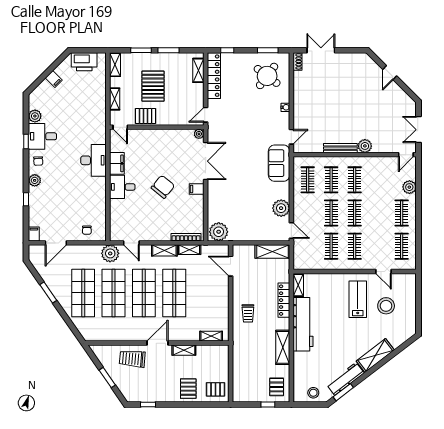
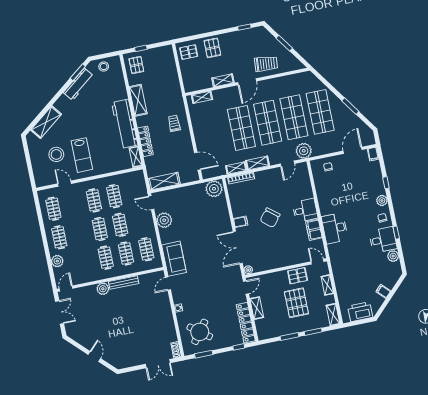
shelving: (198, 70) -> (257, 308), moved
door: (131, 243) -> (287, 164), swing flipped
shelving: (375, 355) -> (46, 122), moved

